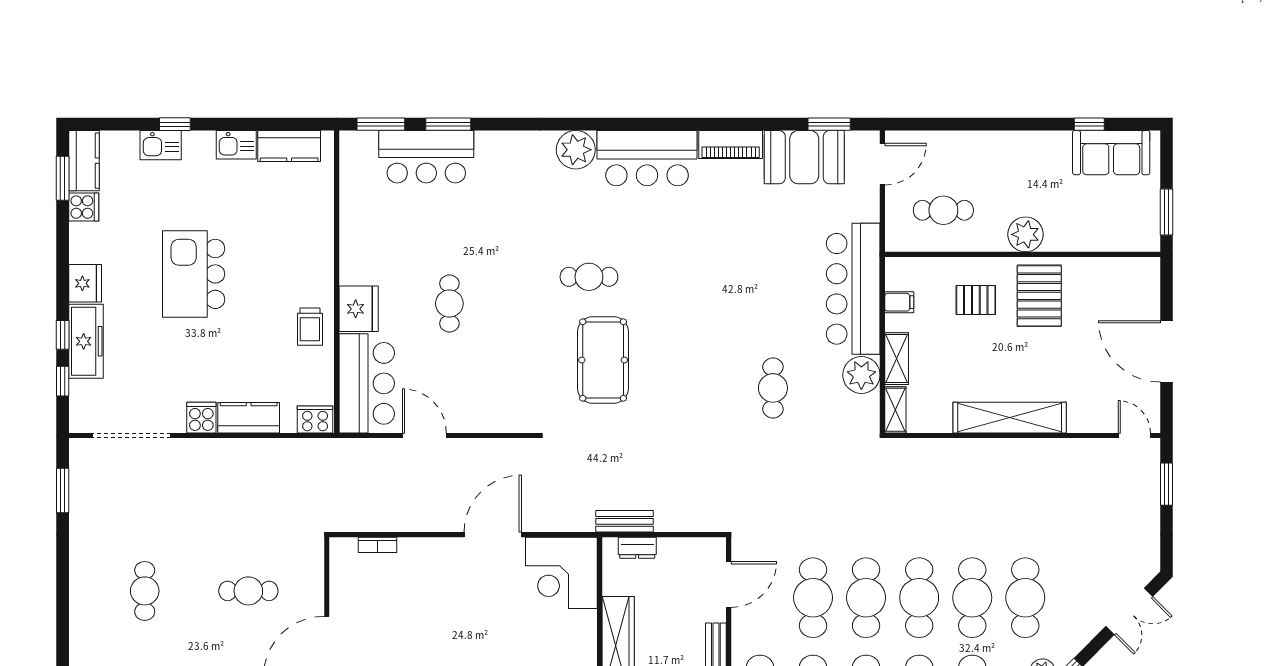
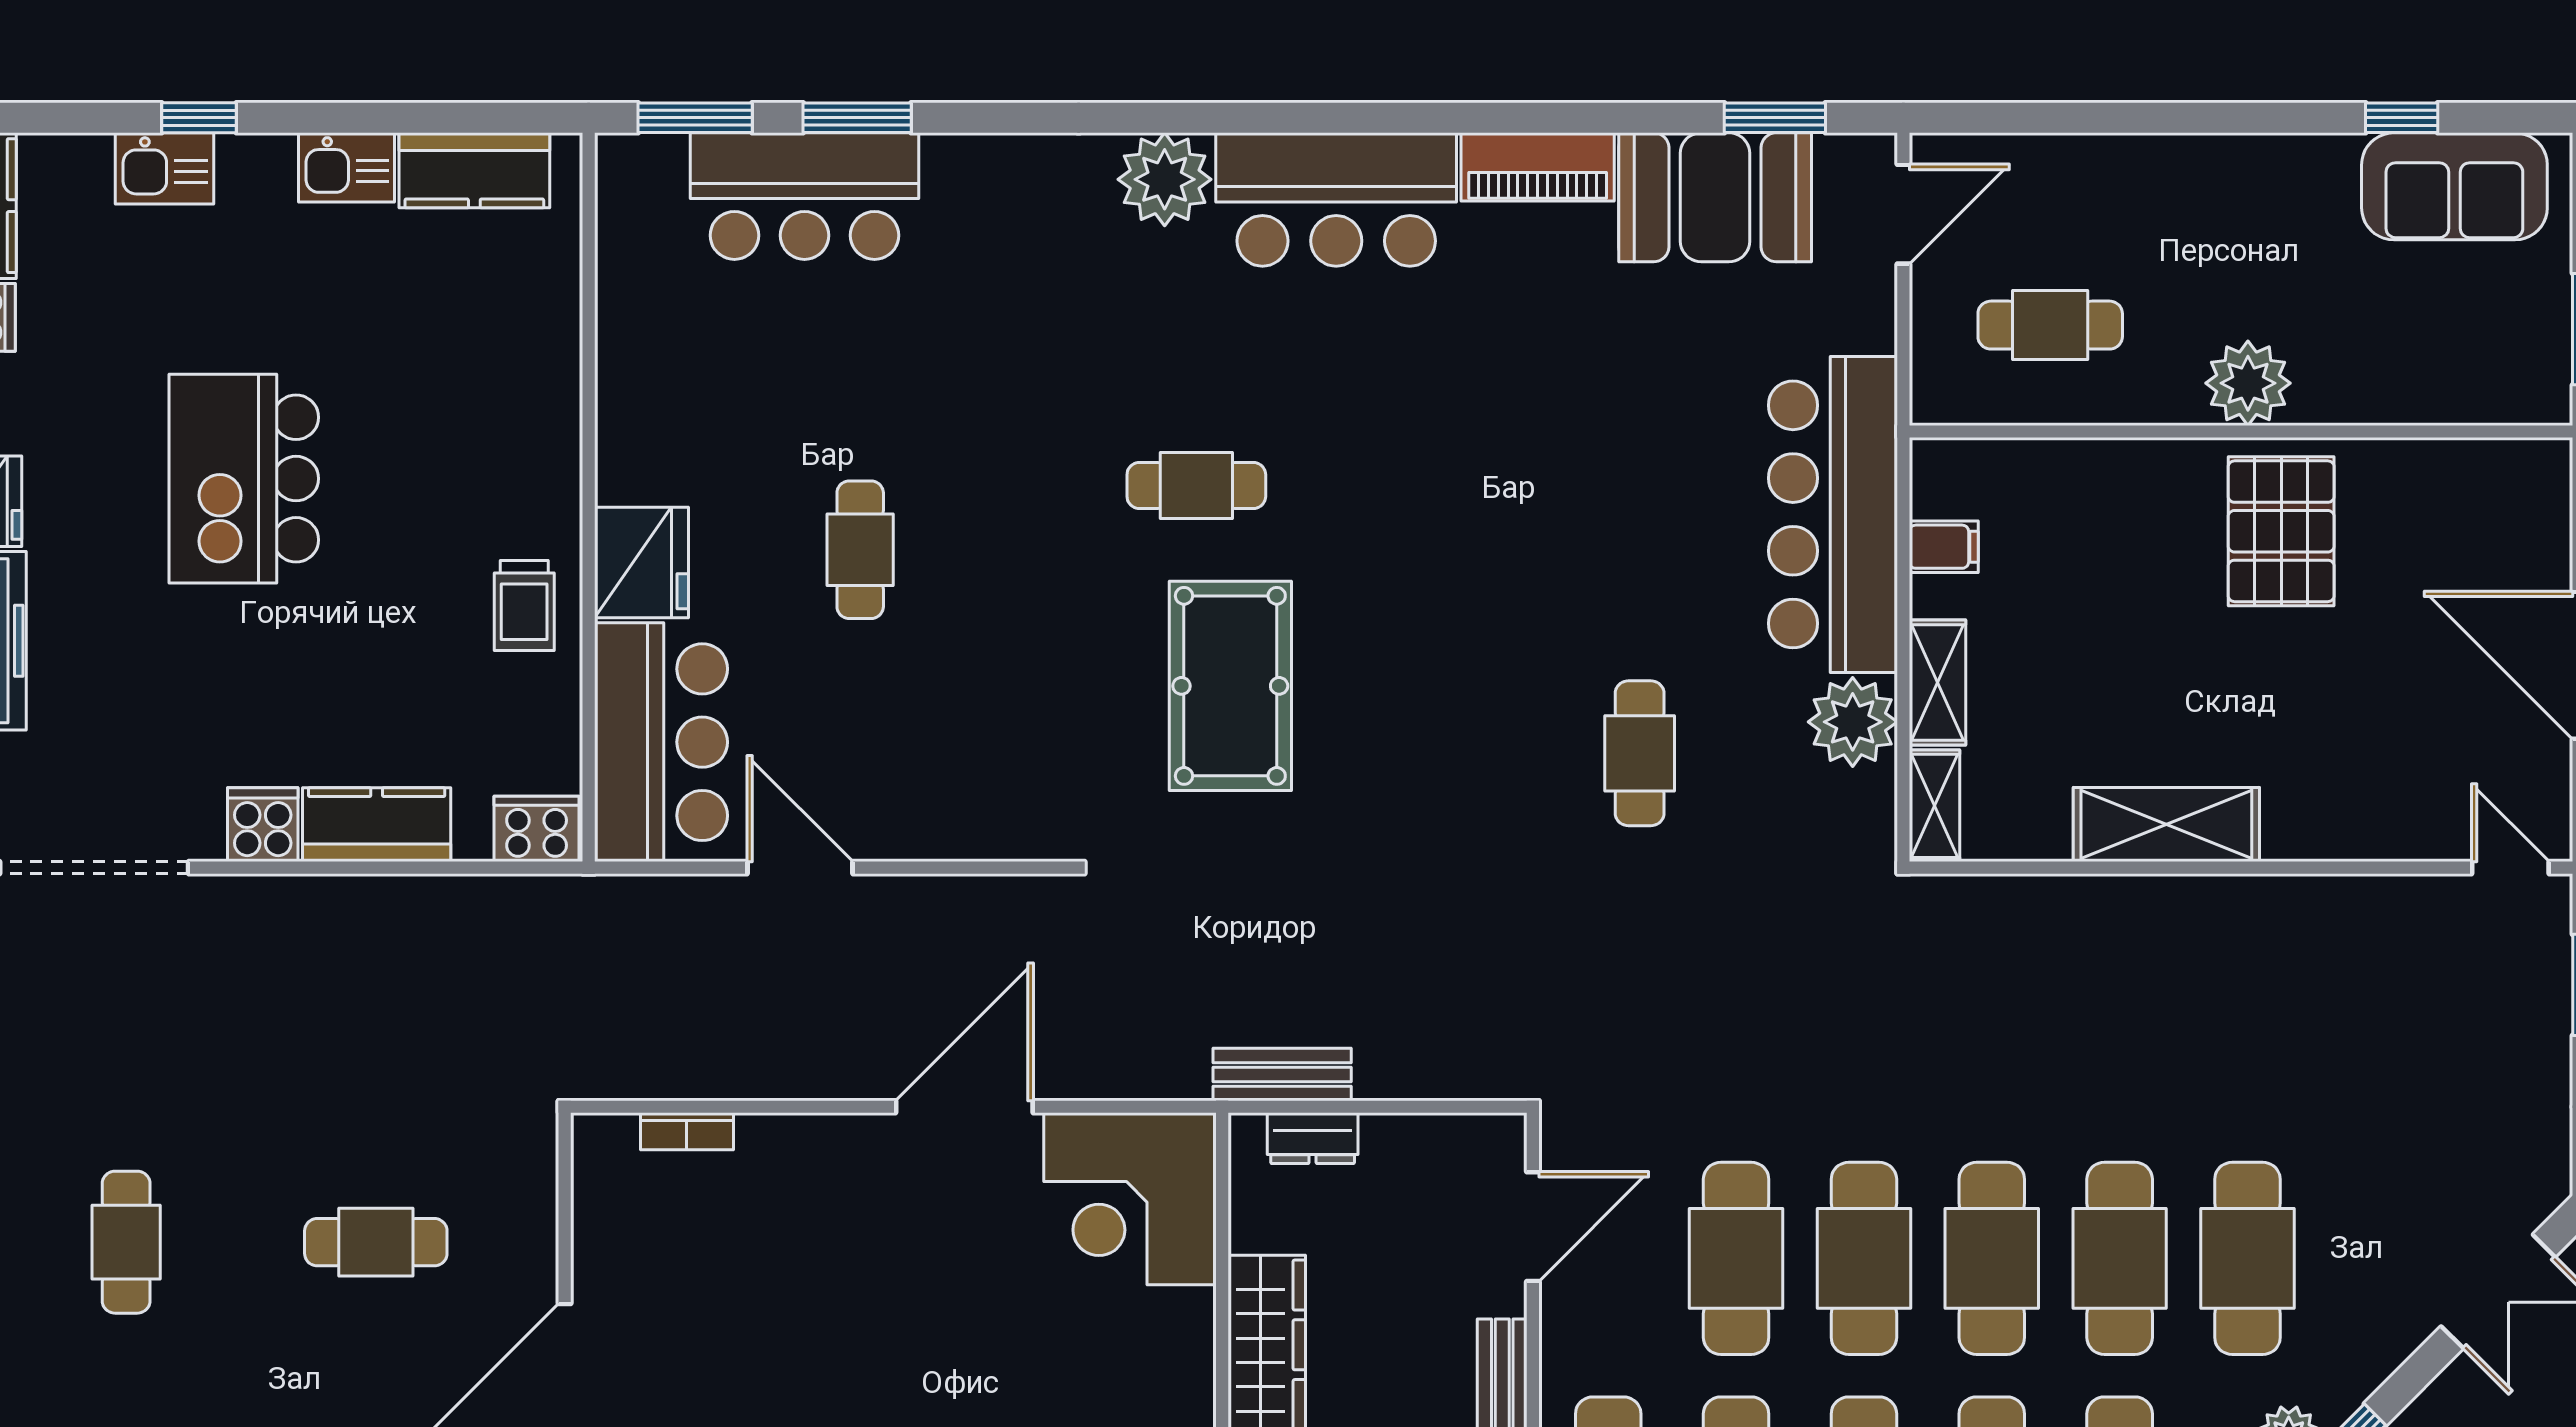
pallet: (976, 300) -> (2128, 541), removed
shelving: (1010, 418) -> (2166, 825), width x0.68

